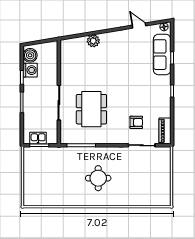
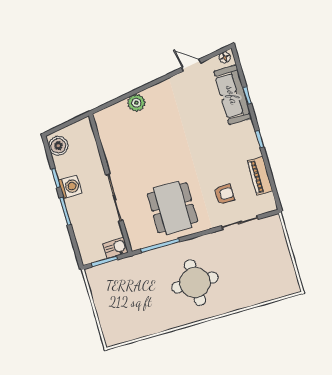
washing machine: (30, 70) -> (70, 187), moved
dining table: (91, 109) -> (173, 208), moved
piano: (165, 131) -> (260, 176), moved
kitchen sink: (38, 138) -> (115, 248), moved
round table: (98, 178) -> (195, 283), width x1.36, depth x1.36

